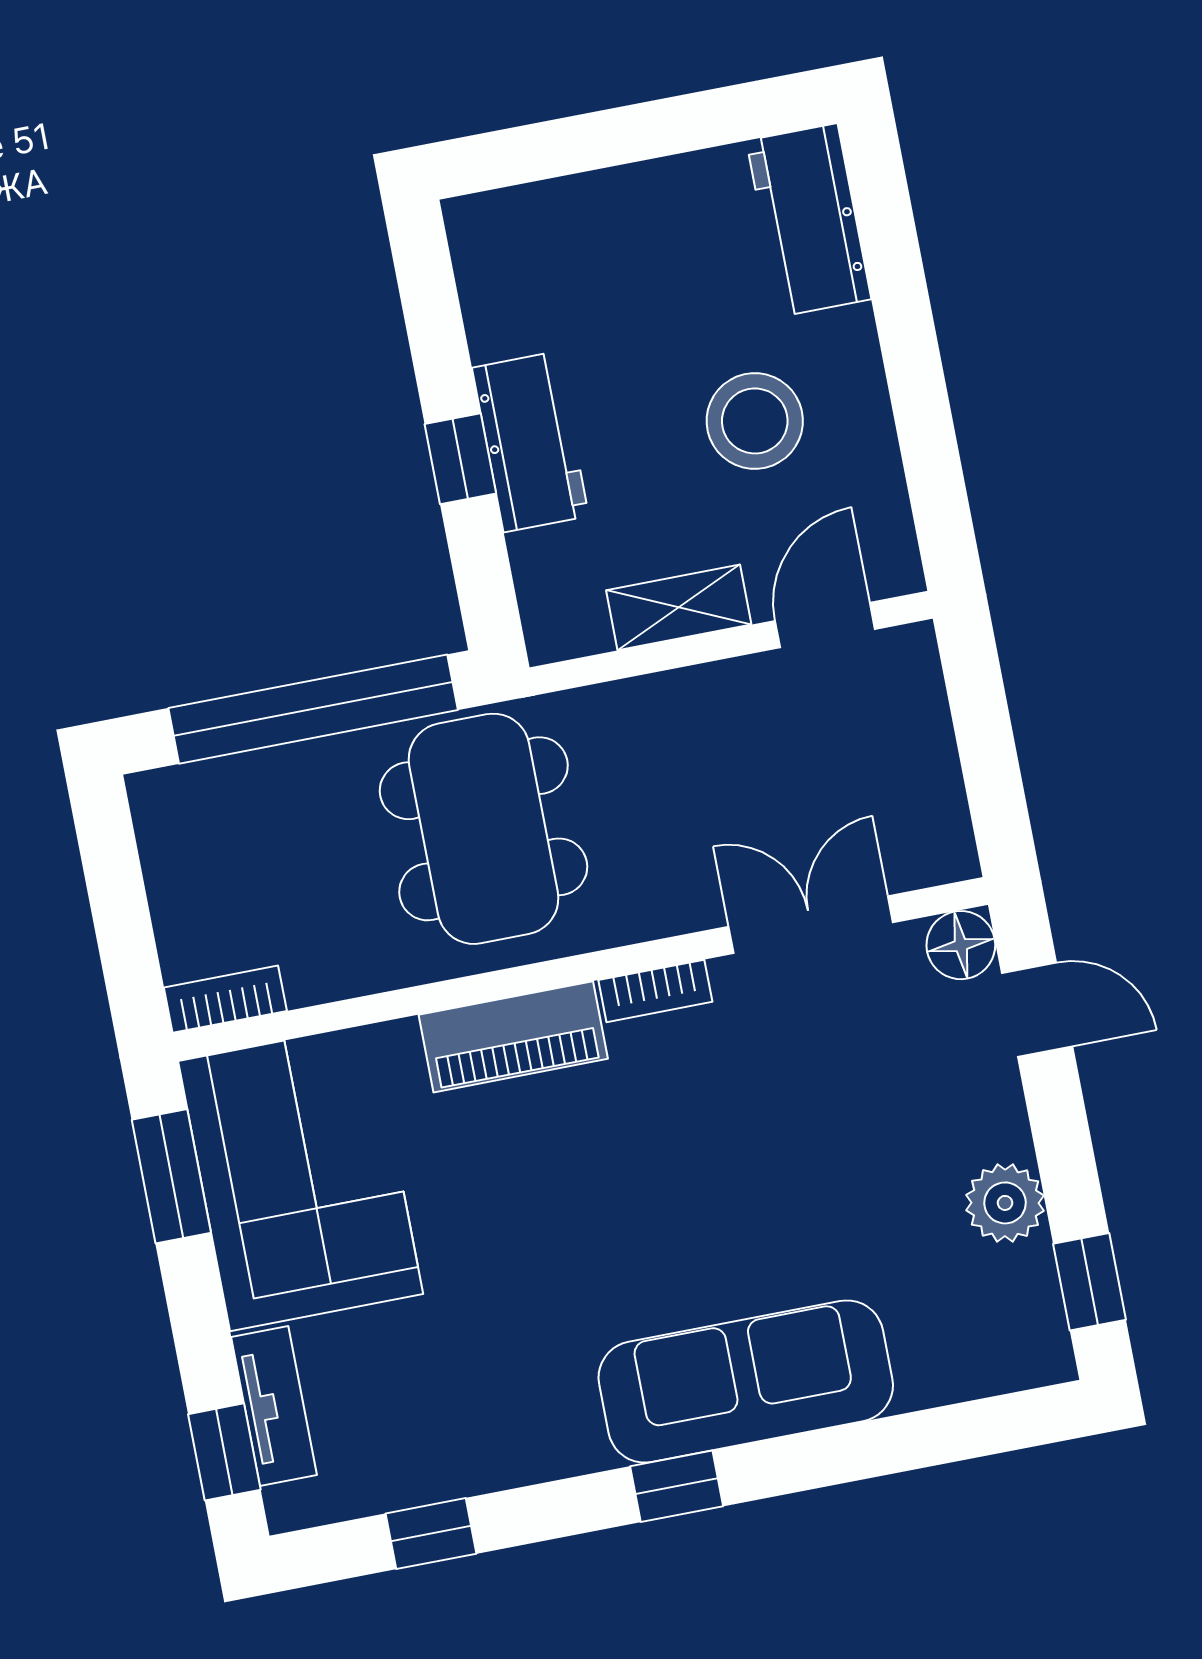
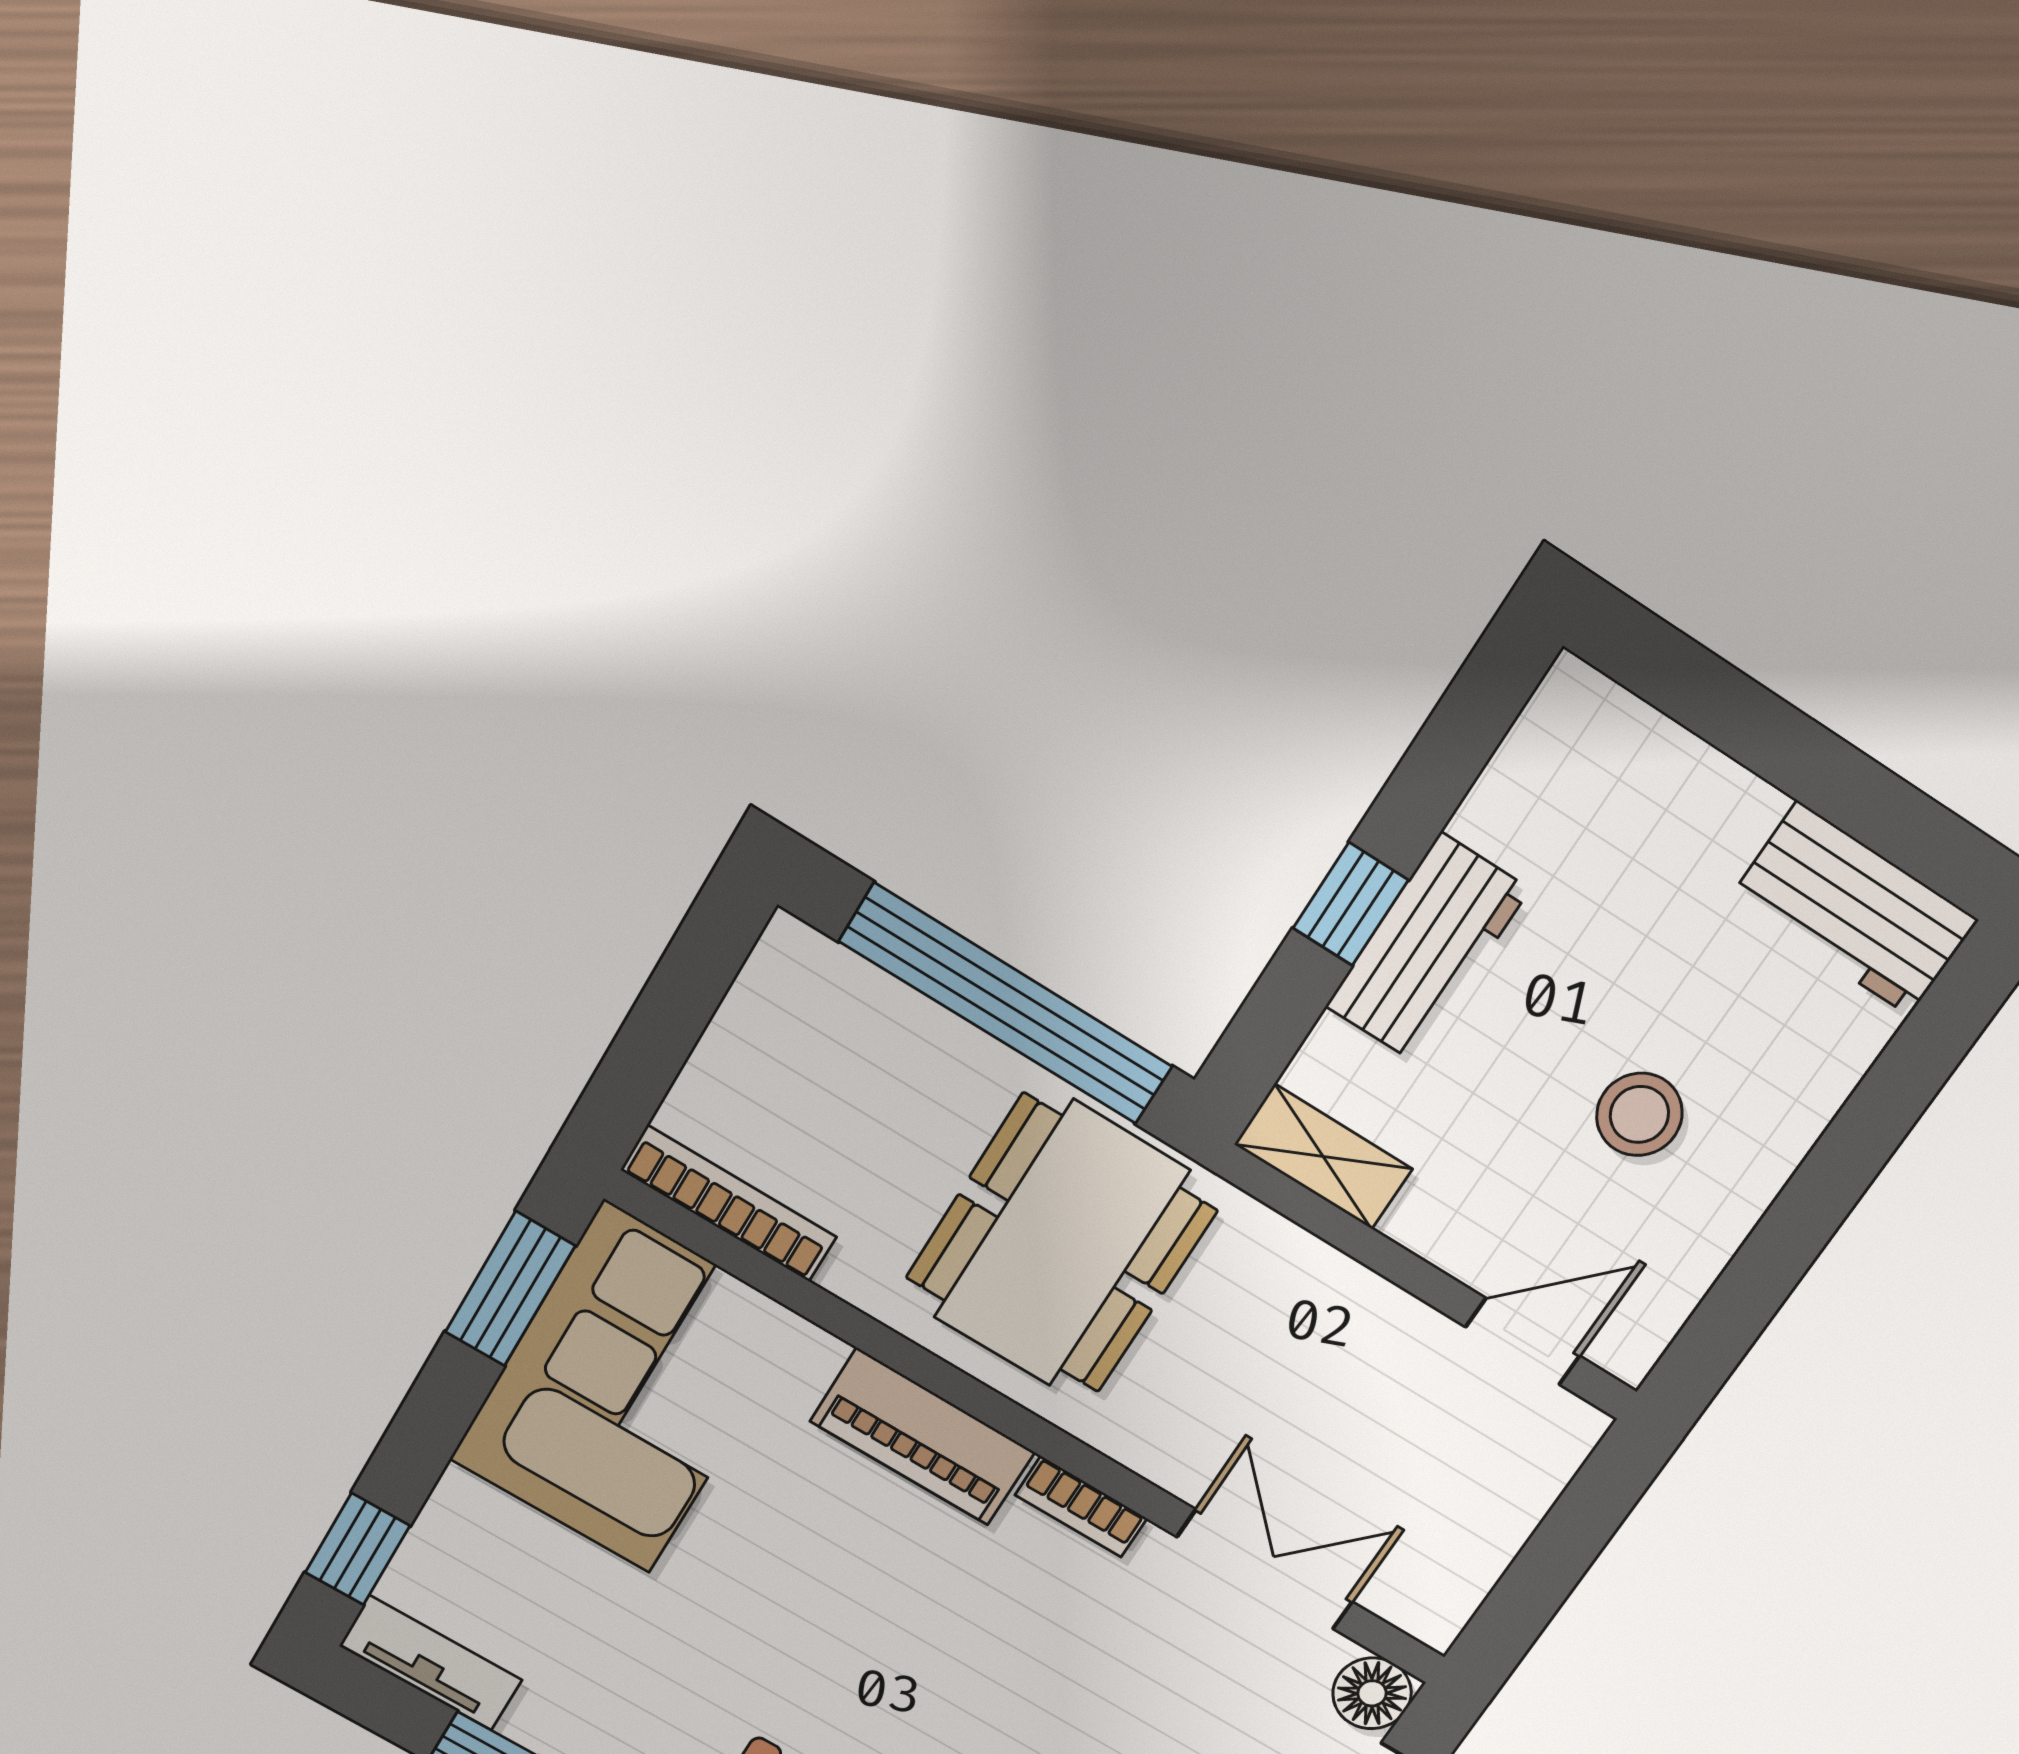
workbench: (809, 220) -> (1854, 909), moved, turned -90
stool: (755, 421) -> (1639, 1114), width x0.73, depth x0.73
shelving: (679, 607) -> (1323, 1157), moved
bookcase: (225, 999) -> (729, 1204), width x1.56
tv unit: (274, 1406) -> (431, 1663), moved, turned -90

